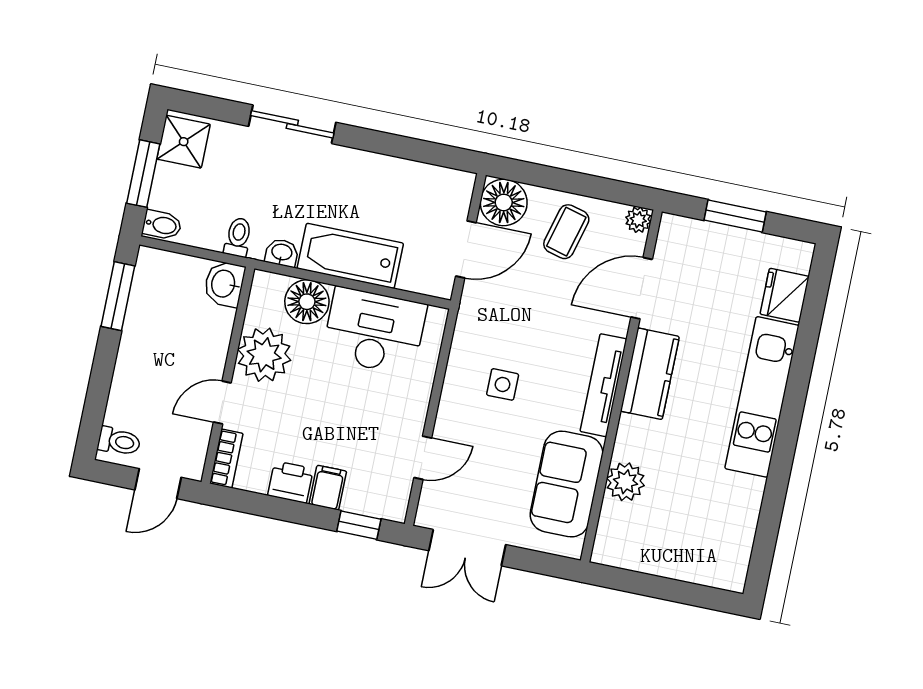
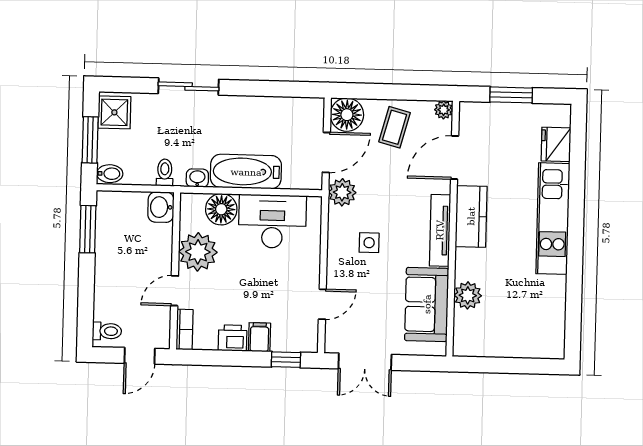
plant: (478, 308) -> (342, 192), added

